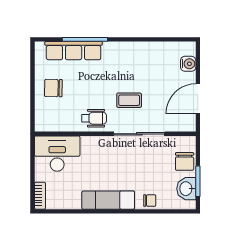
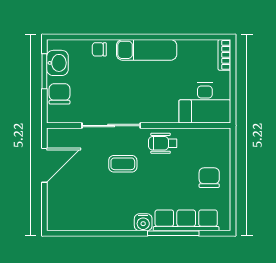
water cooler: (188, 64) -> (143, 222), moved, turned -90
chair: (53, 88) -> (209, 178), turned -91

